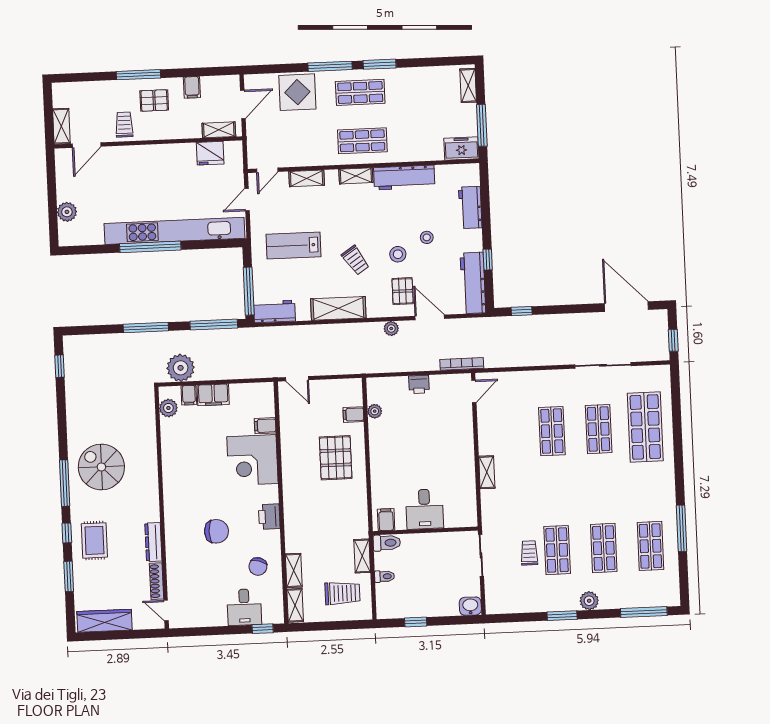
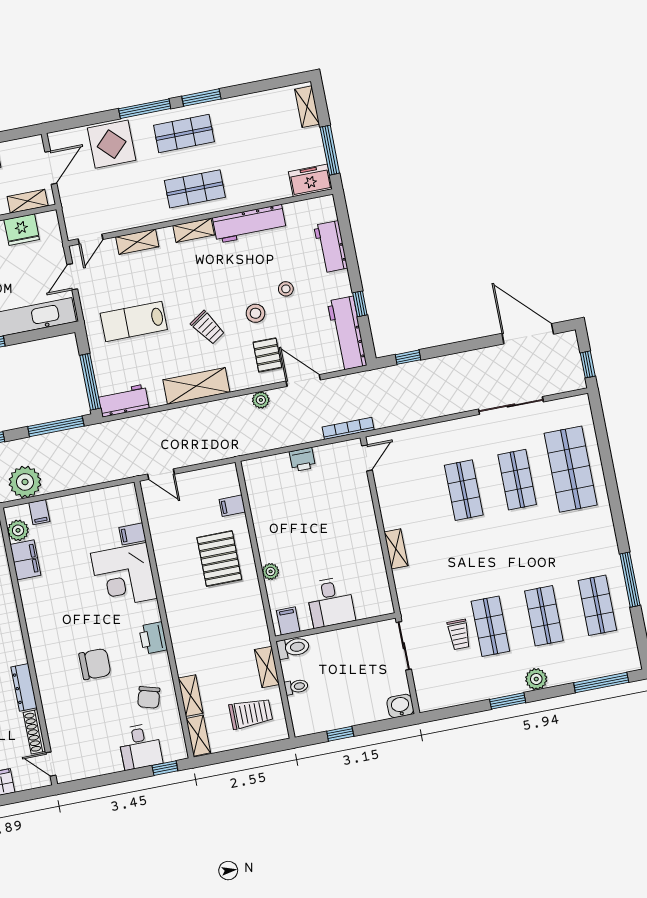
filing cabinet: (213, 395) -> (25, 560), moved, turned -90
plant: (375, 411) -> (271, 571), moved
trolley: (529, 553) -> (459, 634), turned 180

